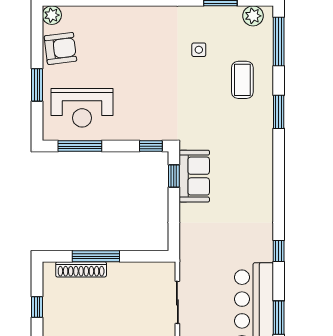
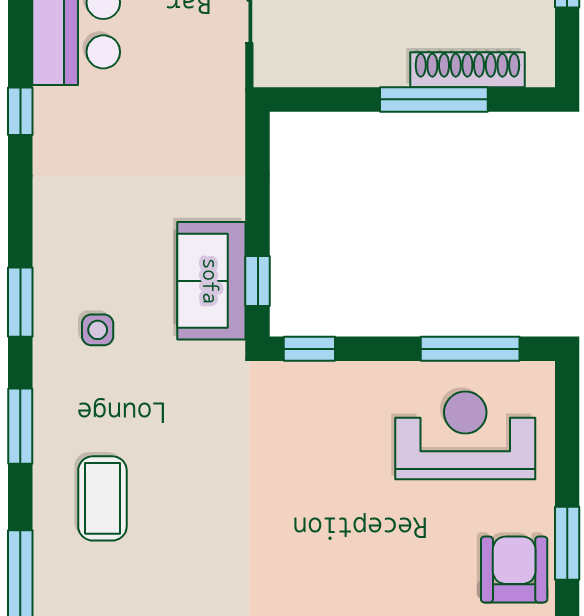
armchair: (60, 48) -> (514, 570), turned 97
side table: (199, 50) -> (98, 330), moved
window: (37, 85) -> (567, 543), moved
window: (279, 167) -> (20, 302), added

